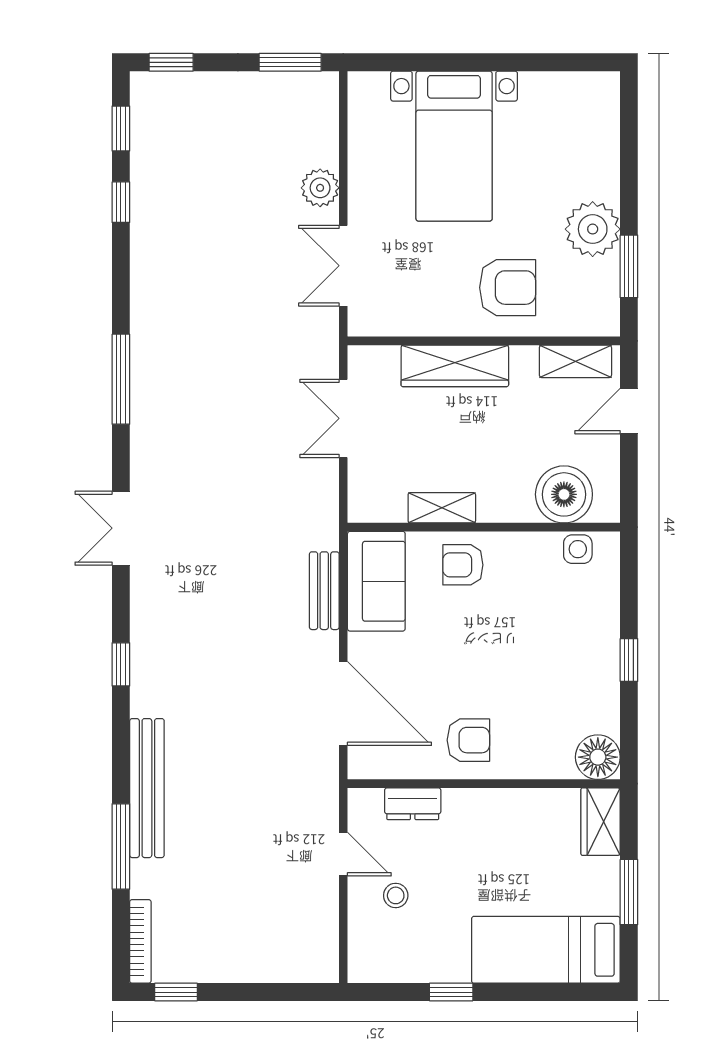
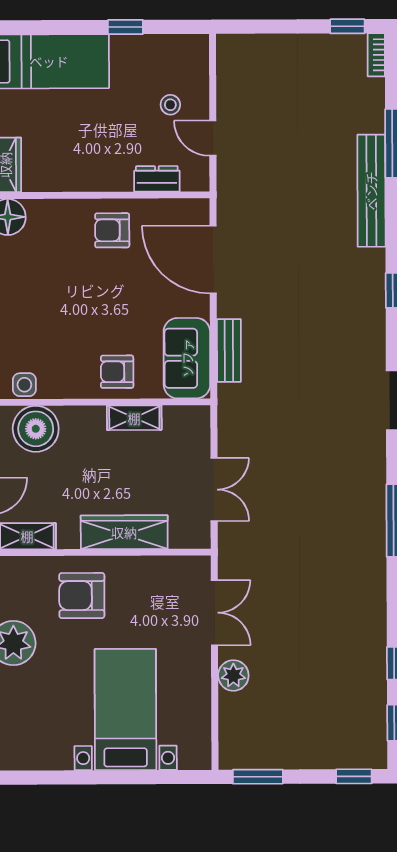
armchair: (463, 565) -> (117, 372), turned 180
bookcase: (140, 941) -> (376, 55), width x0.64

